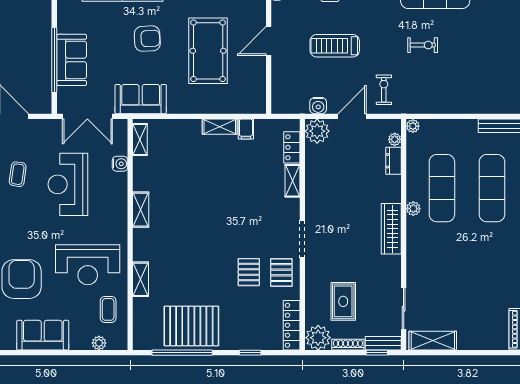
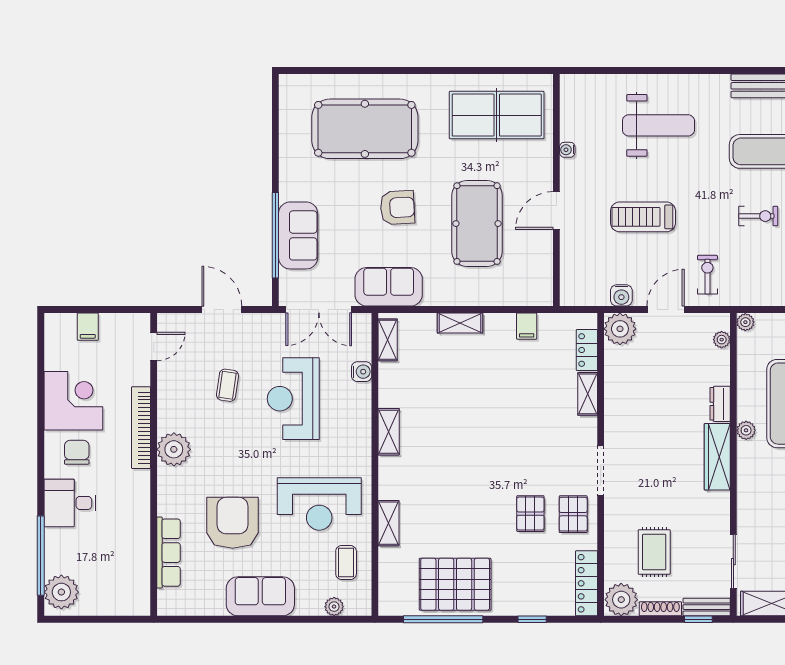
shelving: (220, 127) -> (460, 323), moved
dresser: (393, 161) -> (720, 404), moved

